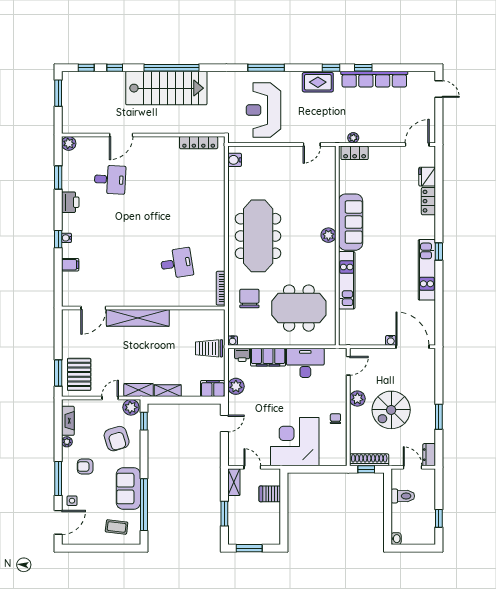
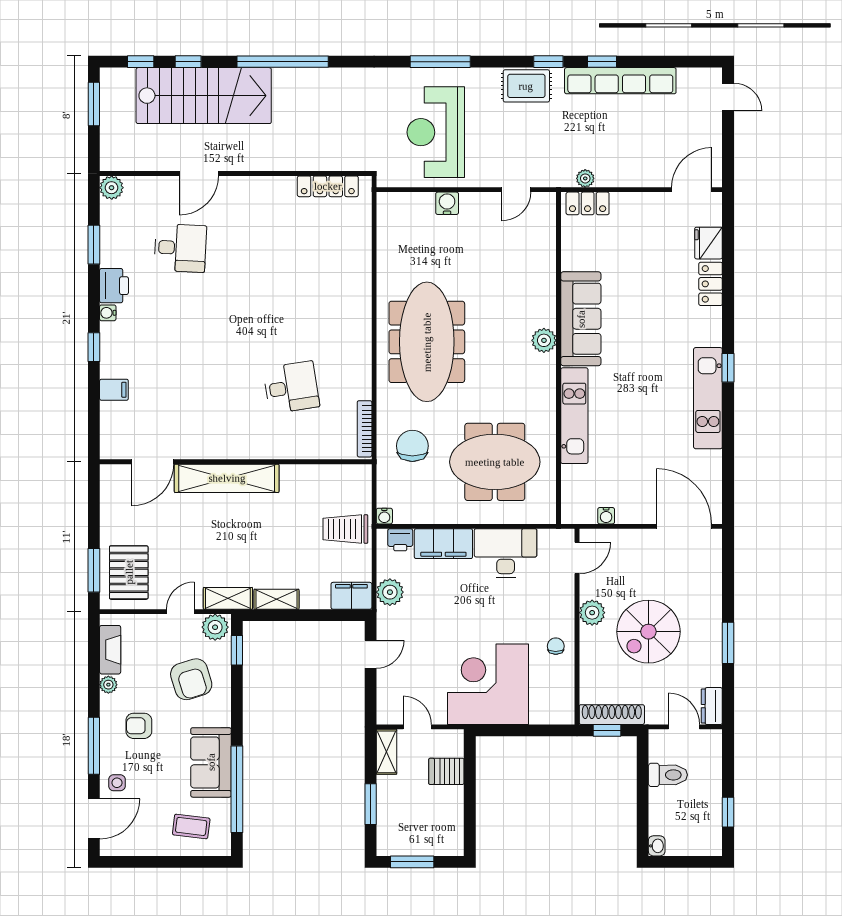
stairs: (166, 88) -> (204, 96), moved
water cooler: (235, 160) -> (447, 203), moved, turned 90
water cooler: (66, 238) -> (108, 313), moved
water cooler: (391, 340) -> (606, 516), moved

